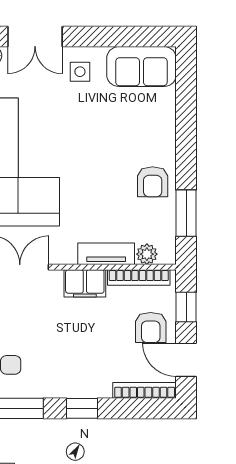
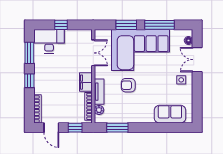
sofa: (141, 67) -> (170, 114), moved, turned 90
armchair: (153, 182) -> (128, 85), moved
armchair: (151, 327) -> (66, 112), removed
door: (186, 360) -> (51, 128), swing flipped

